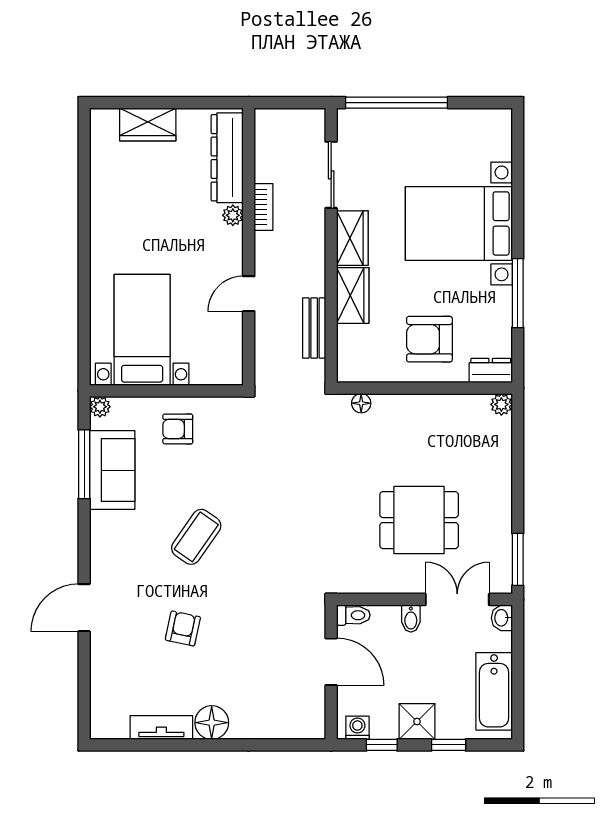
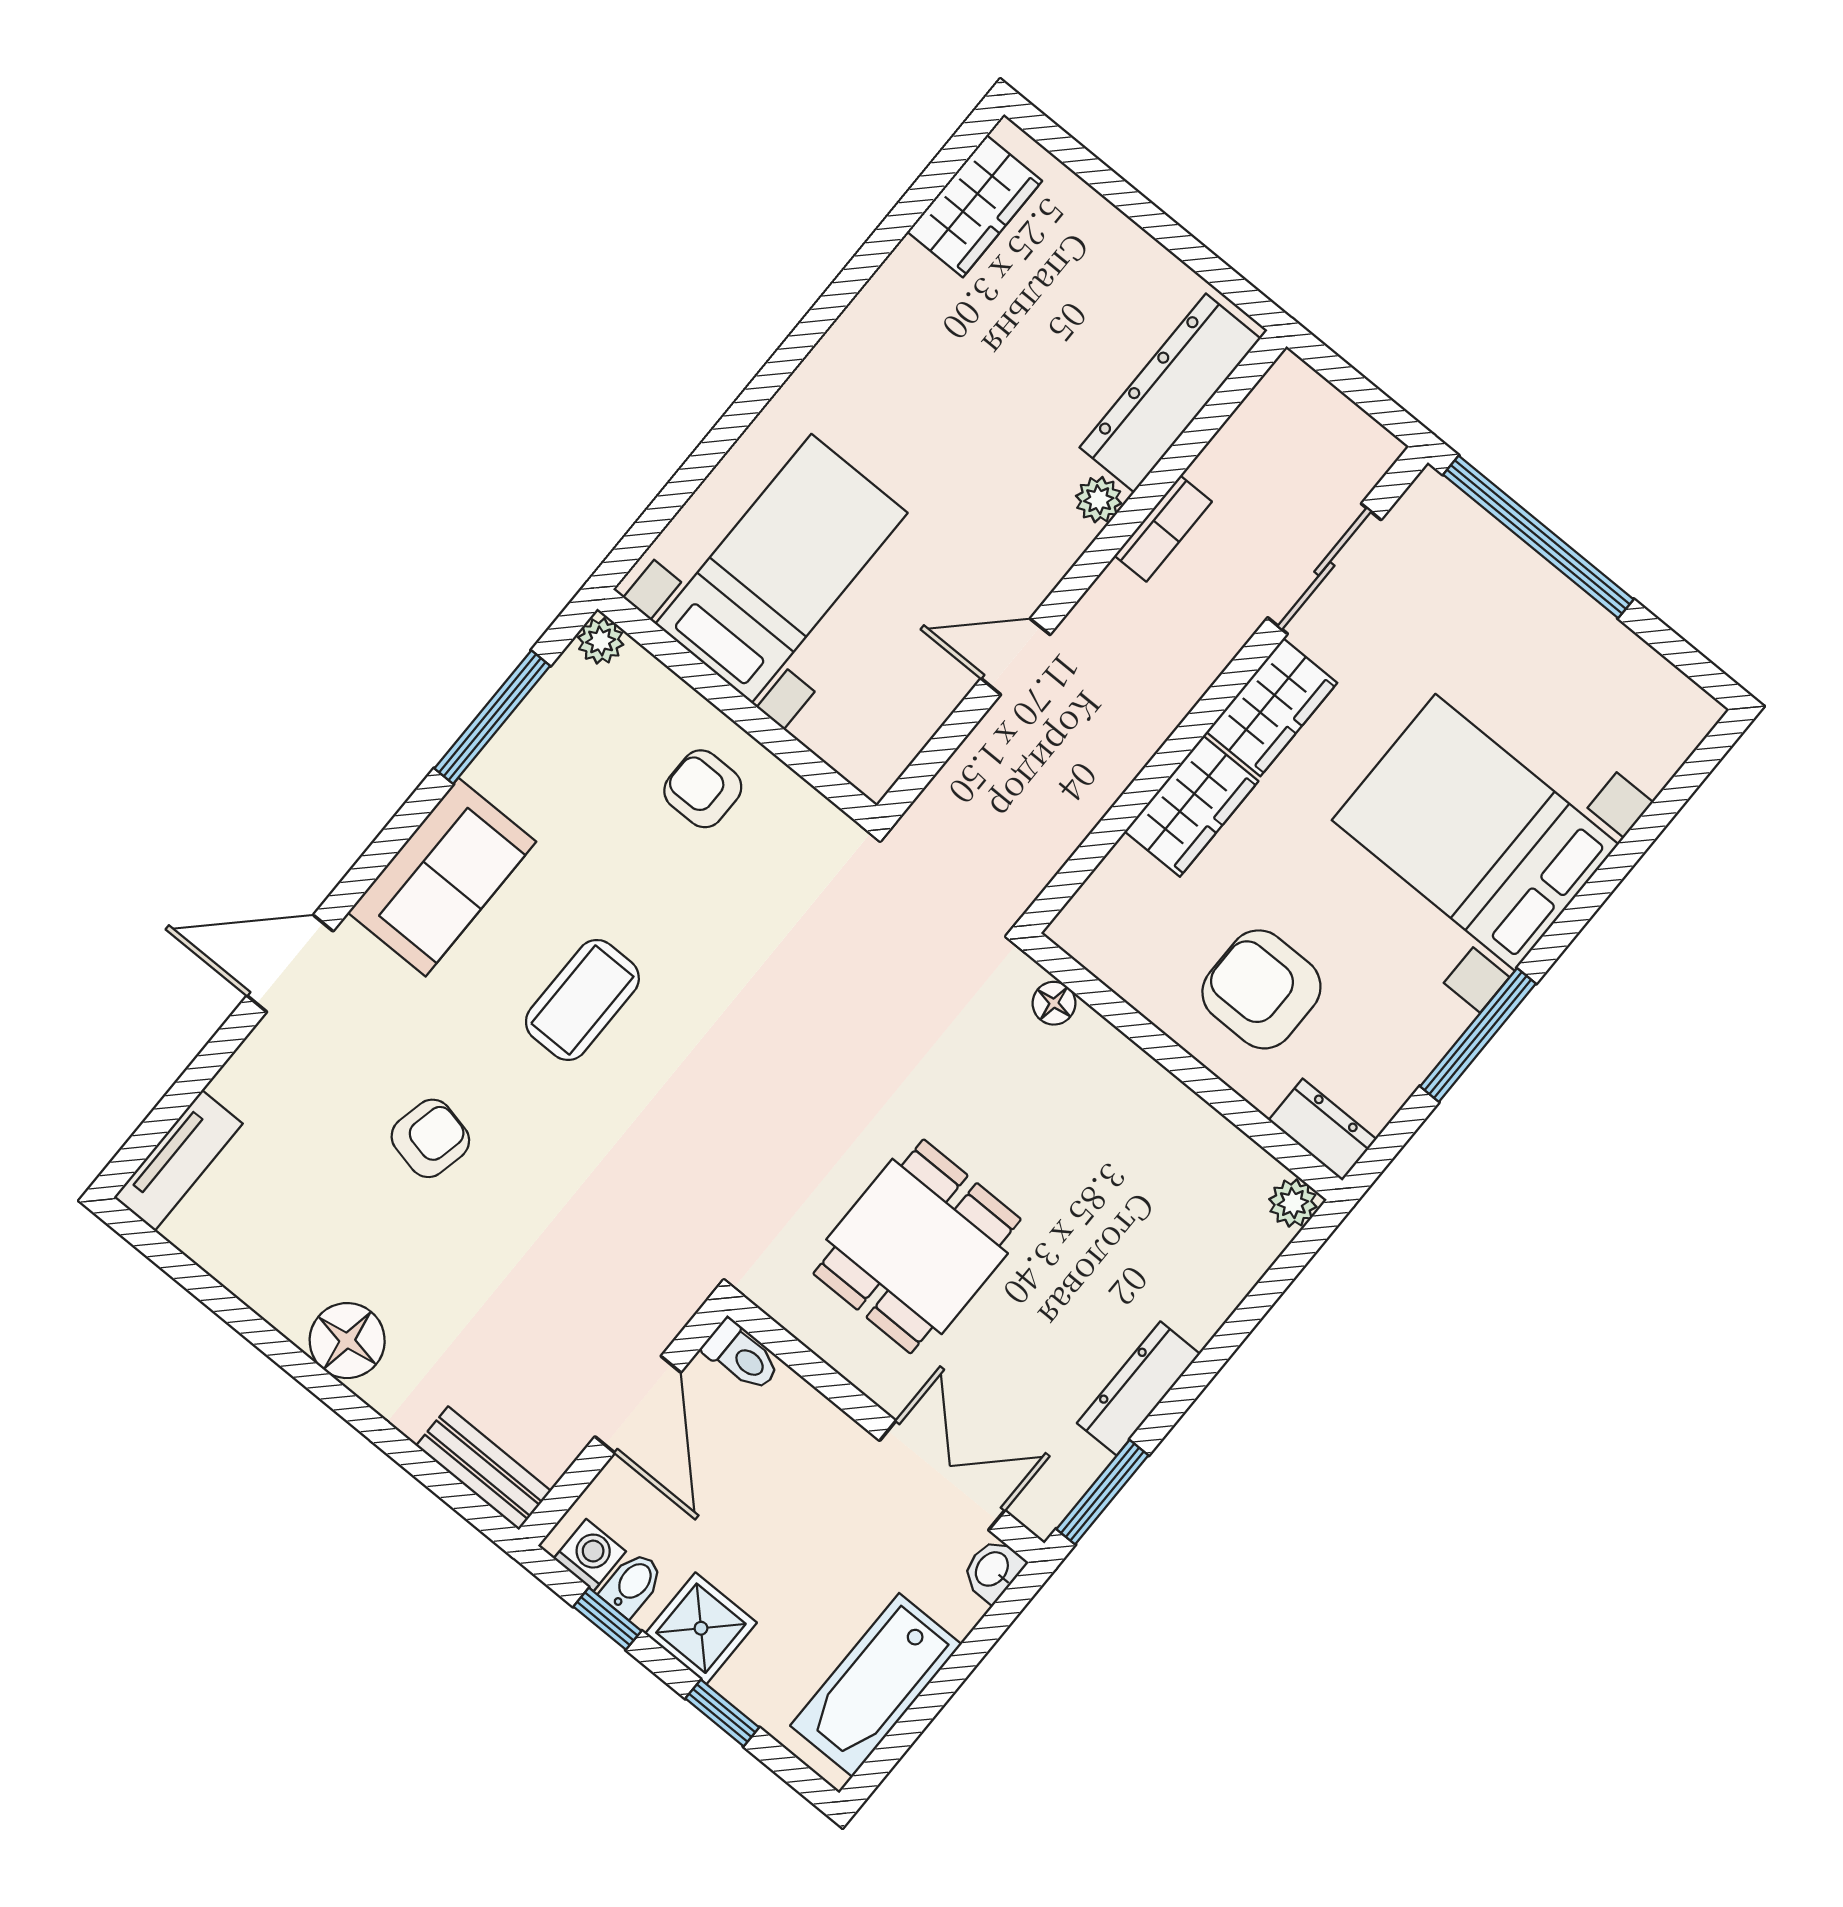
wardrobe: (148, 124) -> (975, 206), moved, turned -90
bench: (314, 328) -> (483, 1468), moved, turned 90
sofa: (112, 470) -> (442, 877), moved
dresser: (501, 513) -> (1138, 1388), added
dining table: (419, 520) -> (917, 1246), moved, turned 90
coffee table: (196, 537) -> (582, 1000), turned -35
bidet: (411, 619) -> (632, 1584), moved, turned 180
tv unit: (161, 728) -> (178, 1160), moved, turned 90

